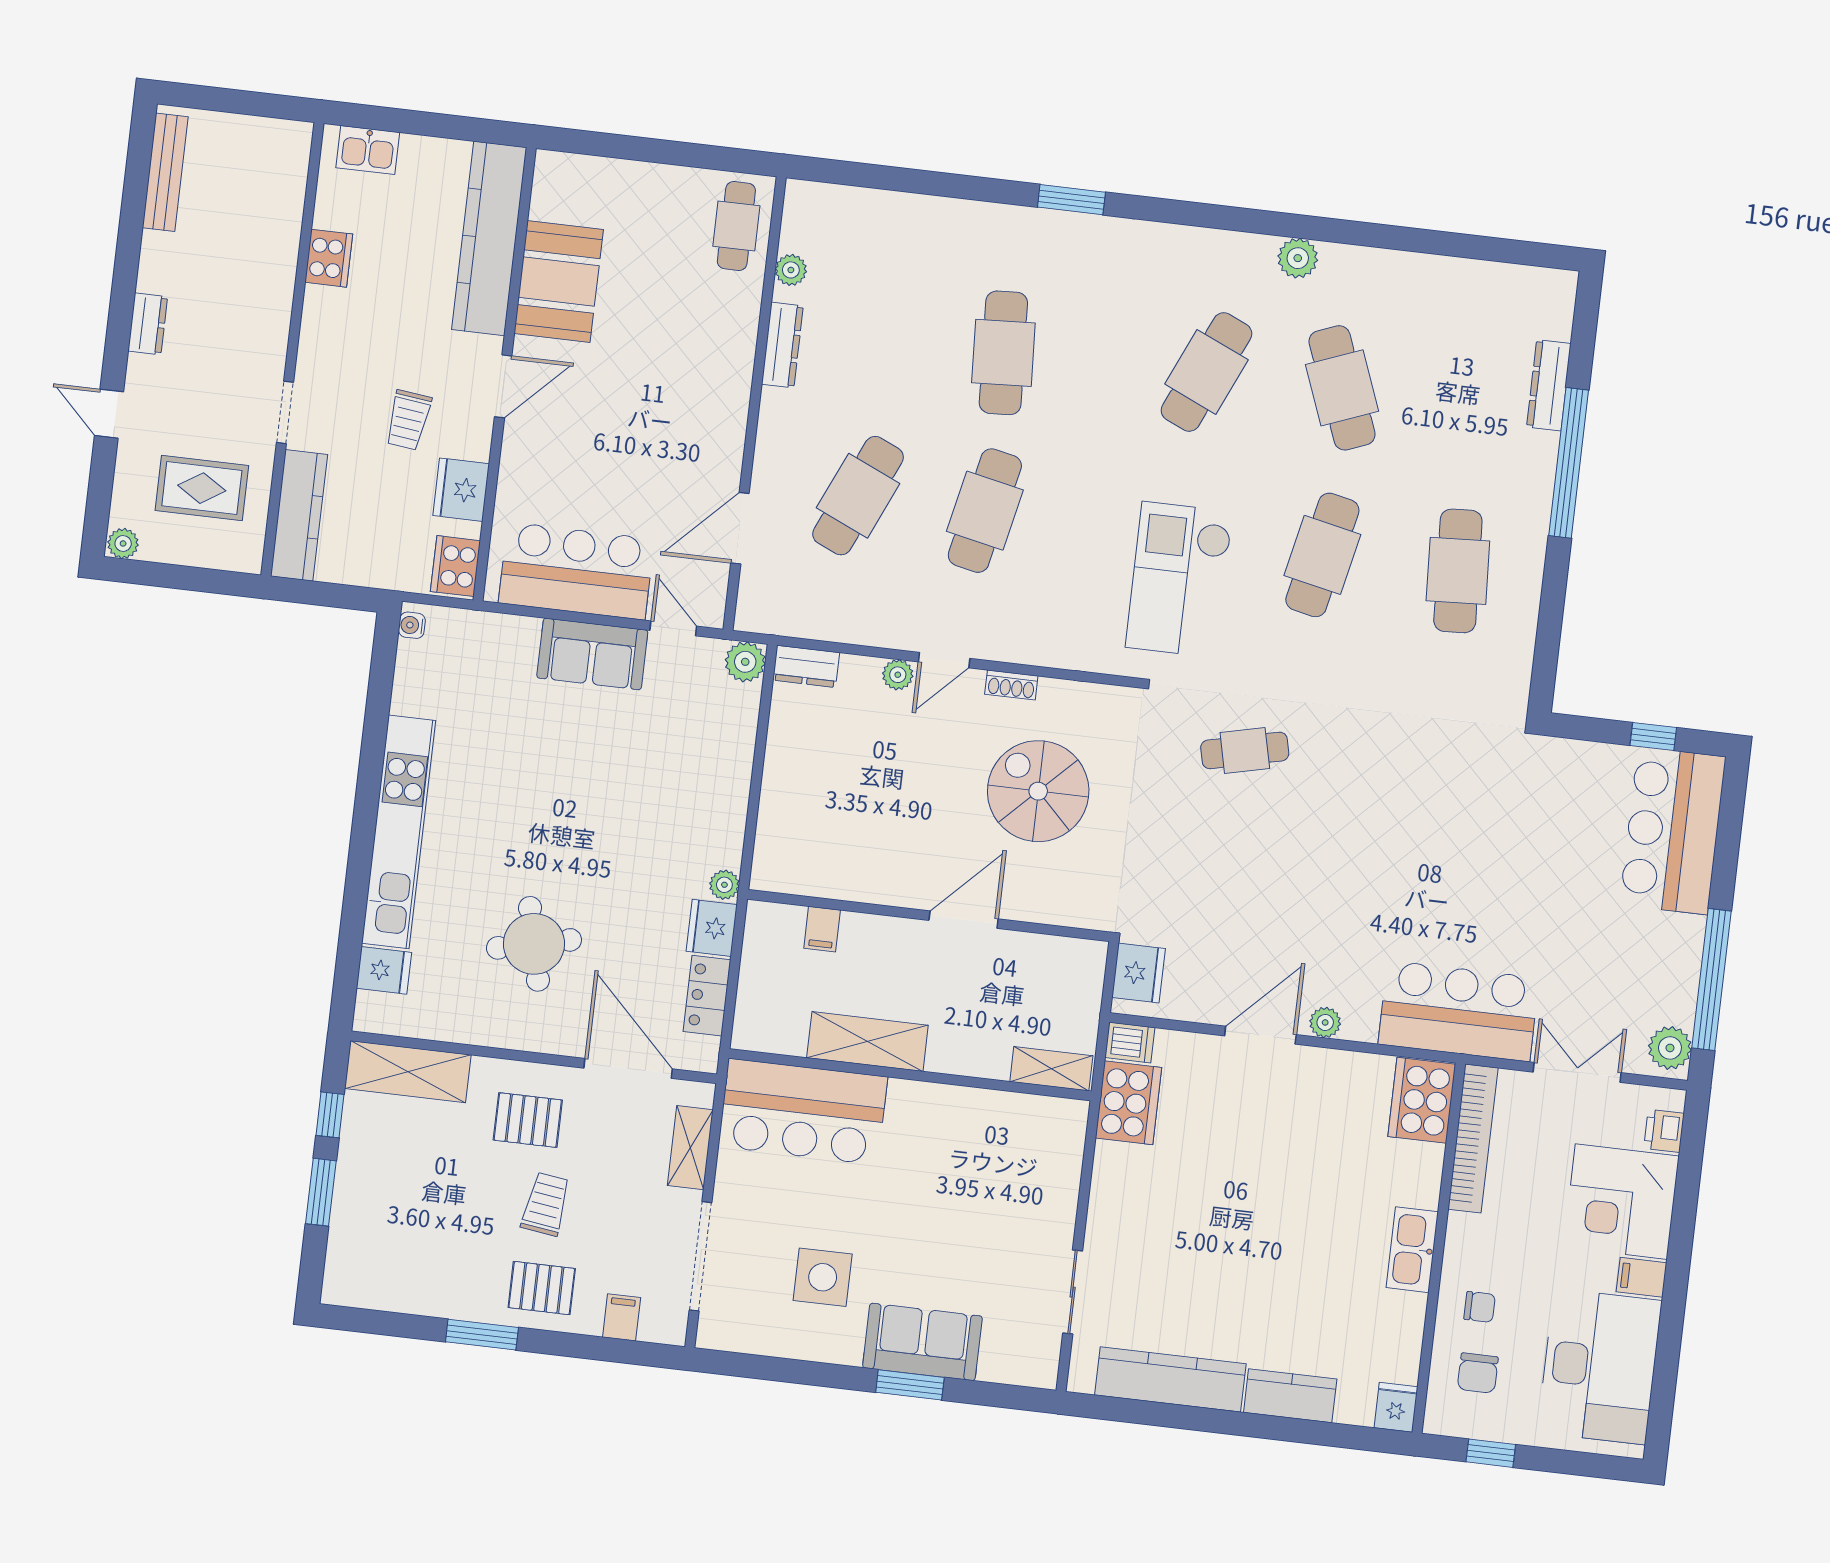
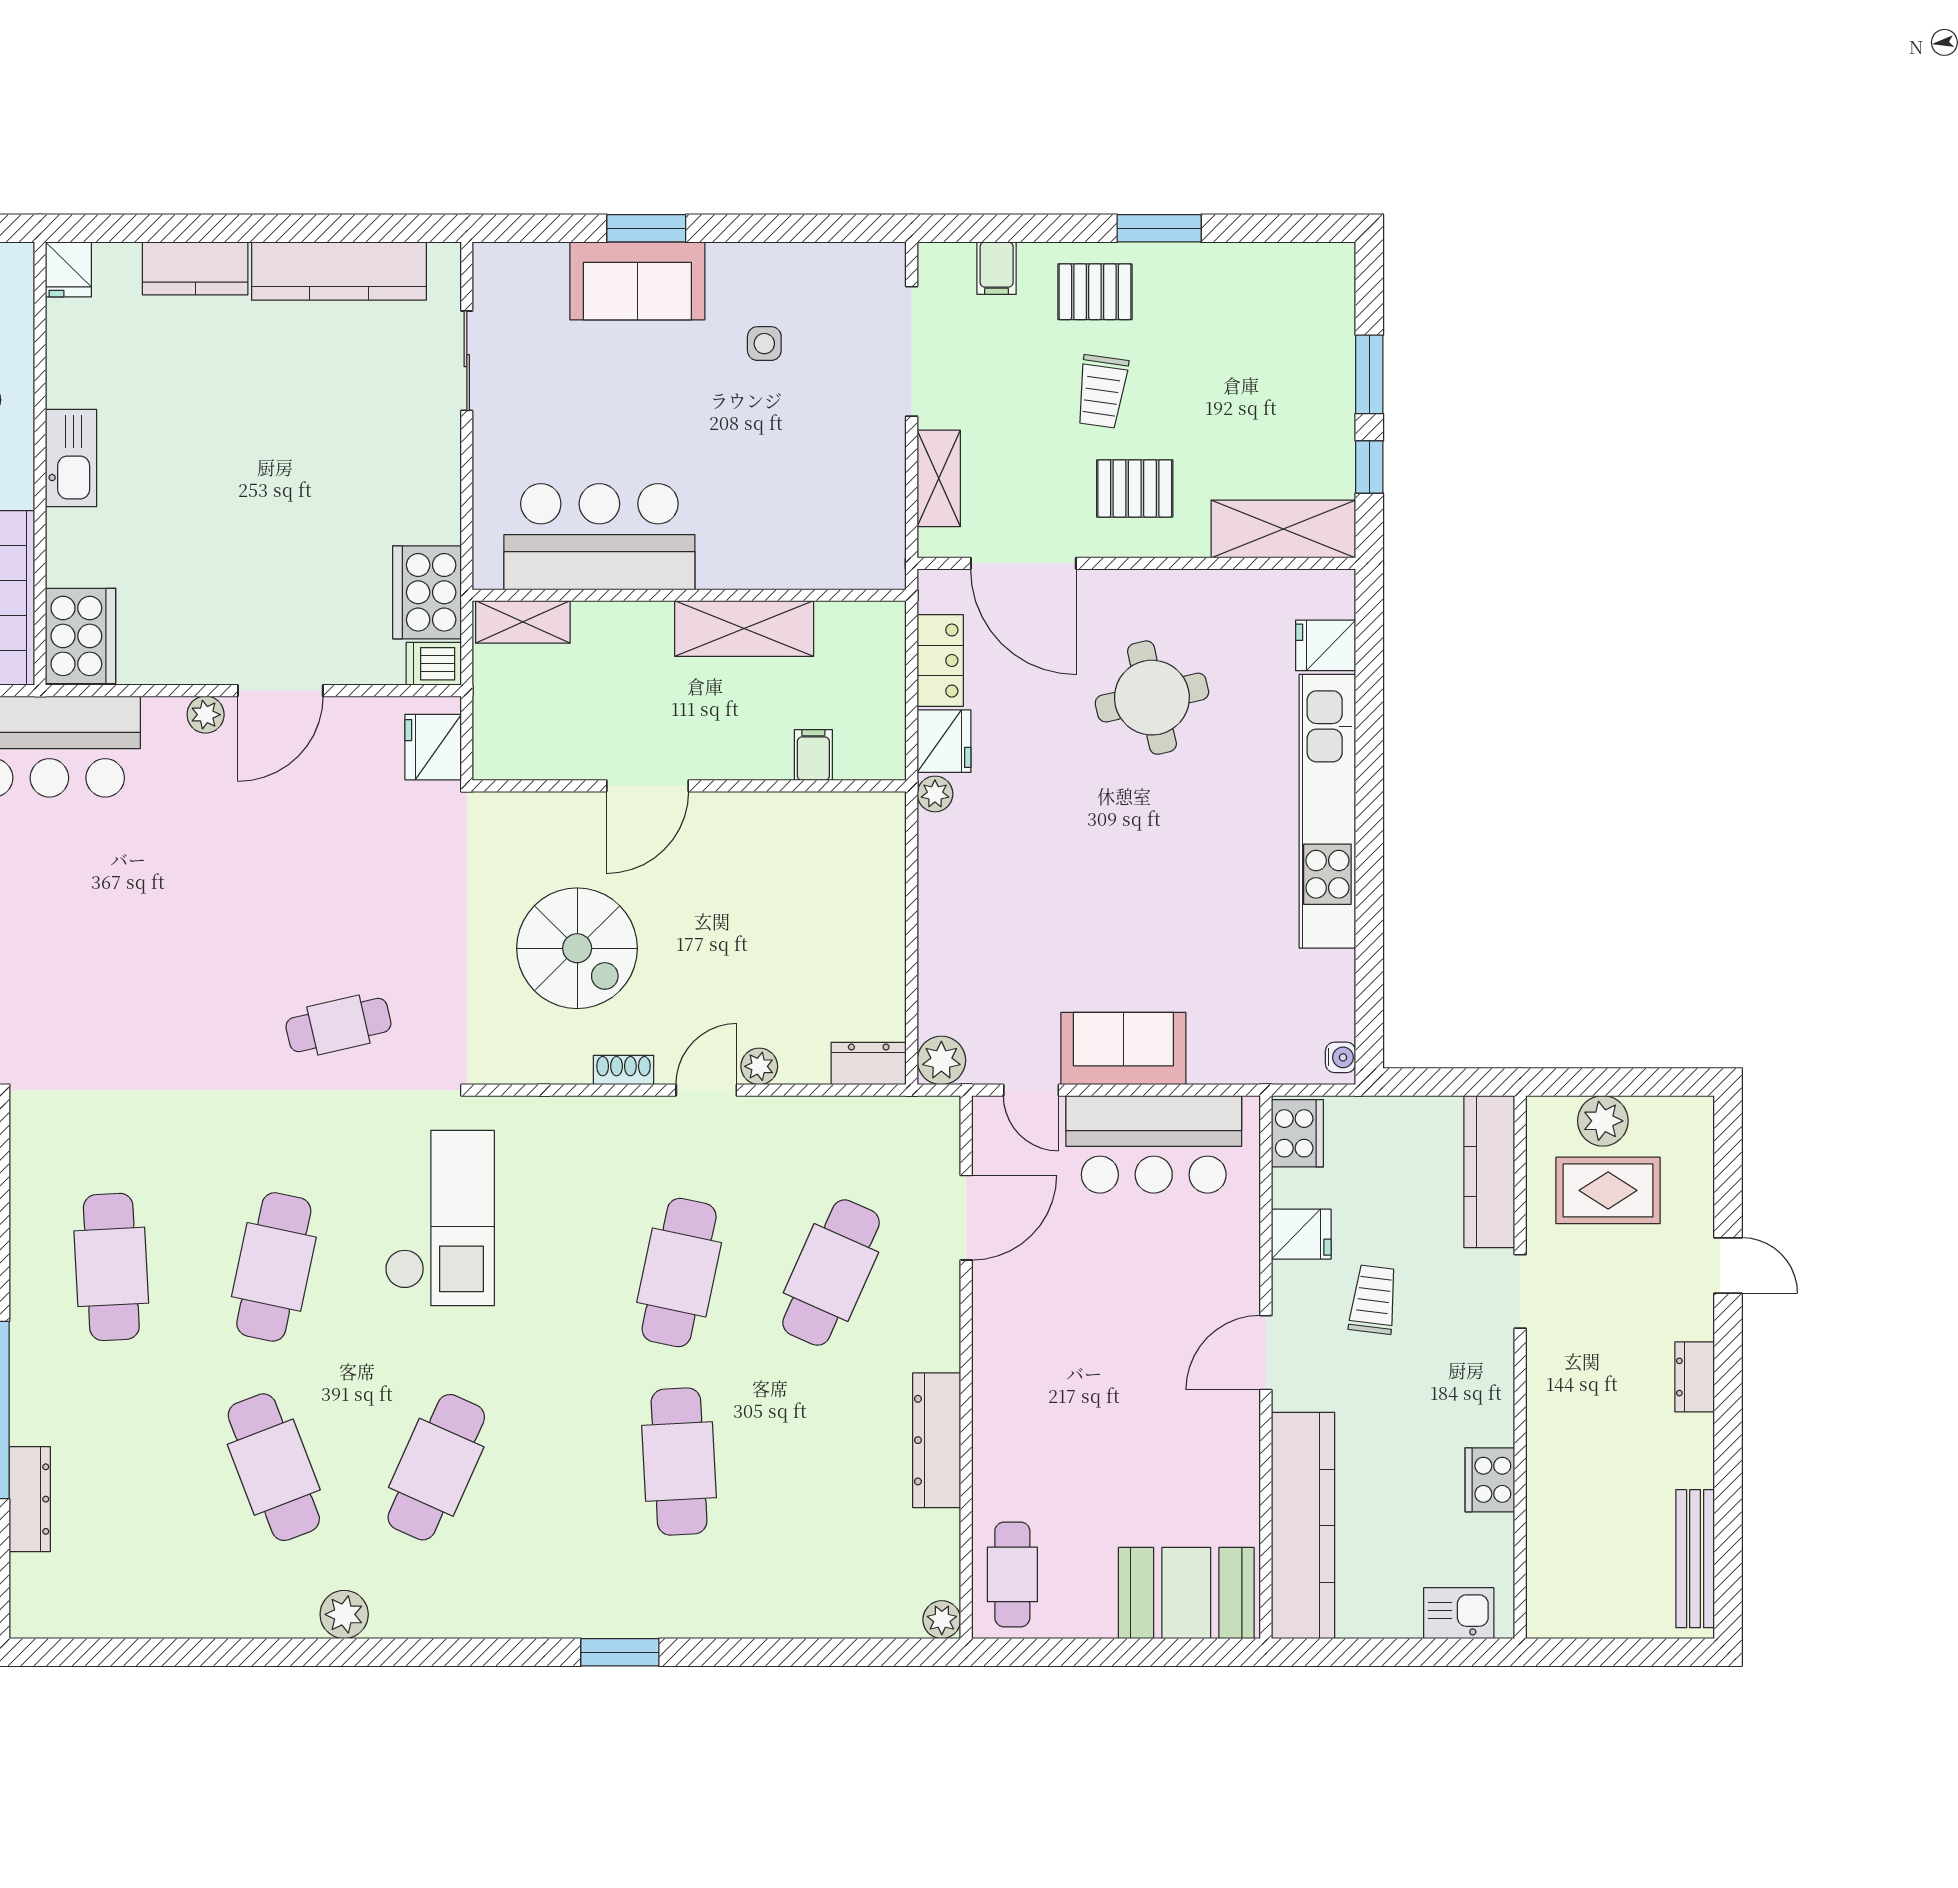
plant: (791, 270) -> (942, 1620), moved
booth: (559, 282) -> (1186, 1593), moved, turned 90
dresser: (782, 345) -> (937, 1440), width x1.37, depth x1.24
fridge: (461, 490) -> (1301, 1234), width x0.72
plant: (123, 543) -> (1603, 1121), moved, width x1.38, depth x1.38
bar counter: (803, 1112) -> (599, 537), moved
side table: (823, 1277) -> (764, 344), width x0.54, depth x0.54

